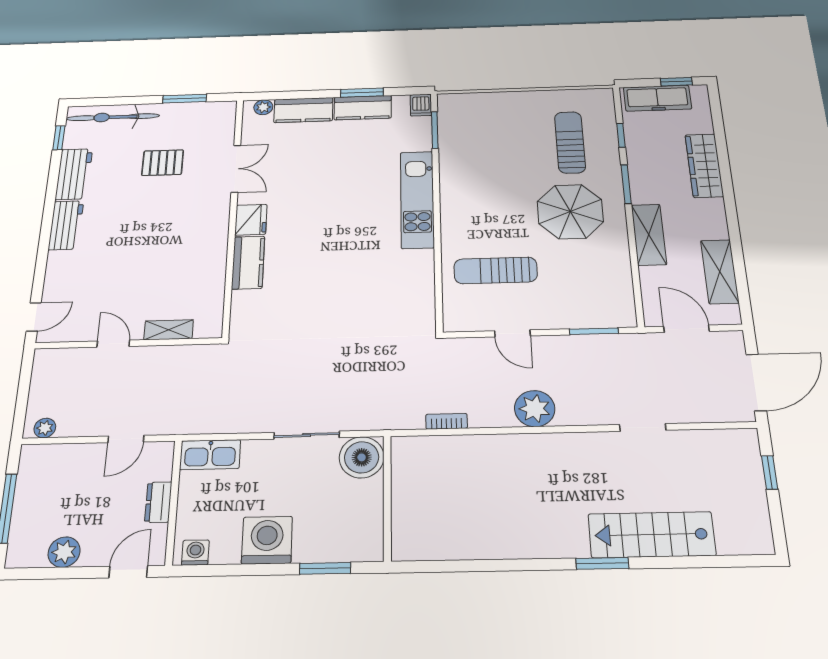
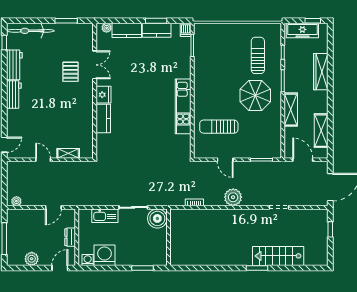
pallet: (163, 163) -> (70, 72), moved, turned 90
kitchen unit: (417, 199) -> (183, 106), moved
kitchen sink: (210, 455) -> (105, 216), moved
washing machine: (267, 540) -> (104, 255), moved

